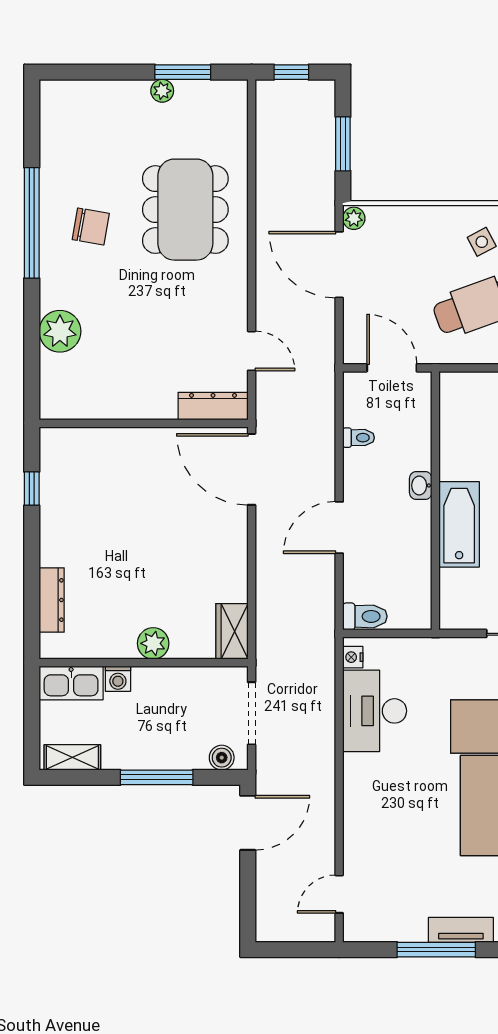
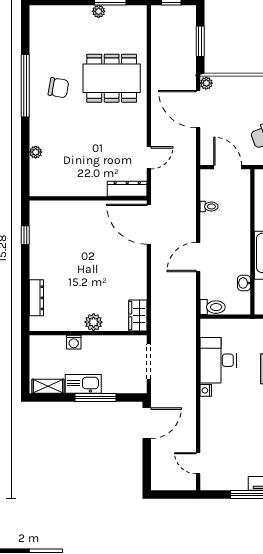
dining table: (185, 210) -> (112, 78), turned 90
plant: (60, 331) -> (36, 152), width x0.53, depth x0.53
door: (252, 351) -> (149, 158), hinge flipped
washbasin: (421, 485) -> (244, 283), moved
nightstand: (353, 657) -> (206, 390), moved
kitchen sink: (71, 683) -> (83, 384), moved, turned 180
boiler: (222, 758) -> (132, 386), removed
door: (339, 894) -> (198, 463), hinge flipped

